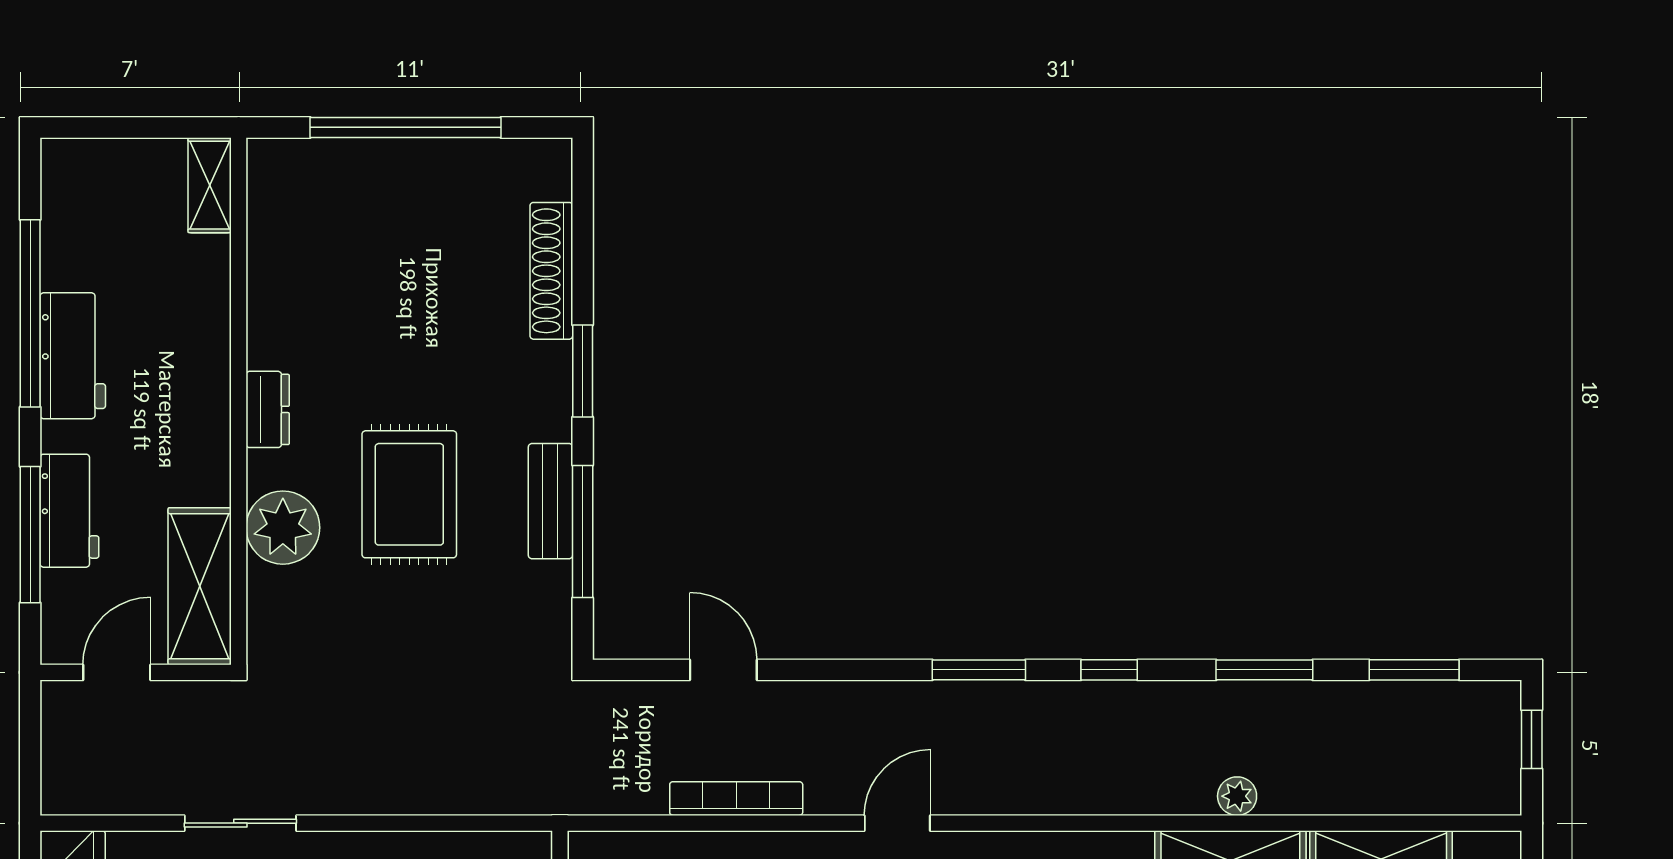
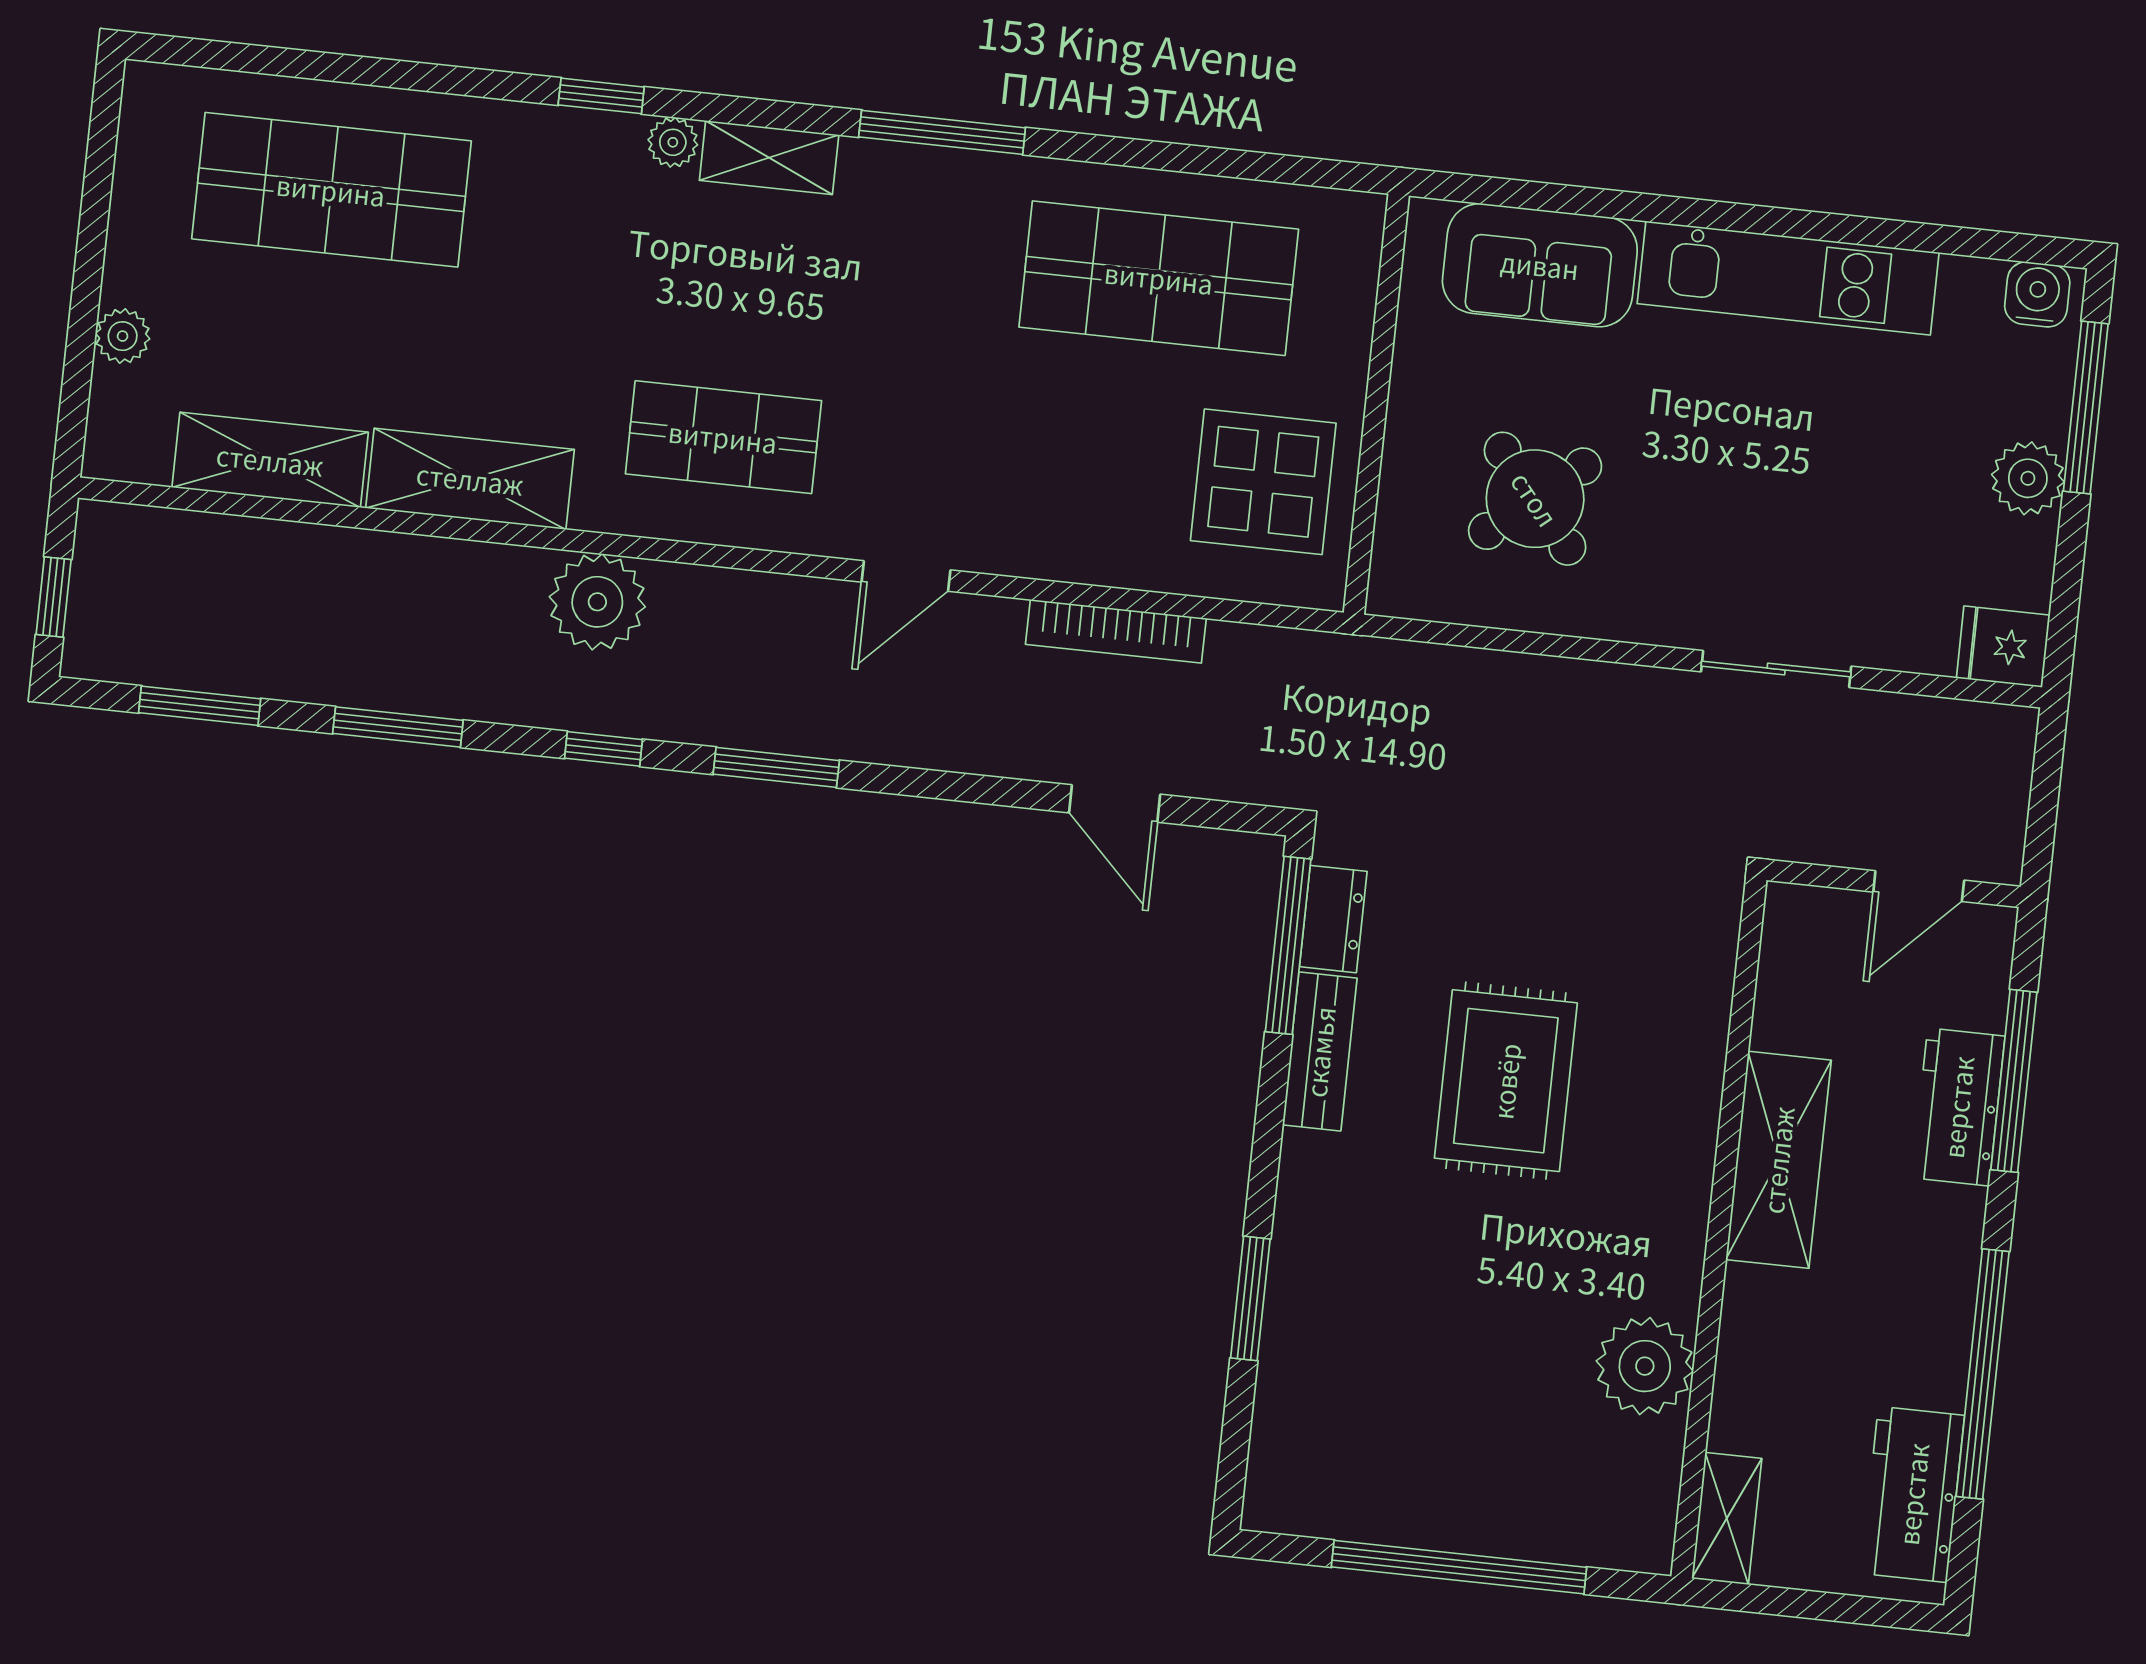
shoe rack: (551, 271) -> (1286, 1357), removed
workbench: (73, 356) -> (1913, 1494), moved
window: (583, 371) -> (1250, 1298), moved
dresser: (268, 409) -> (1333, 919), moved, turned 180
plant: (283, 528) -> (1645, 1366), moved
window: (583, 532) -> (1288, 945), moved
shelving: (200, 586) -> (1778, 1160), moved
plant: (1237, 796) -> (597, 602), moved, width x1.88, depth x1.88

